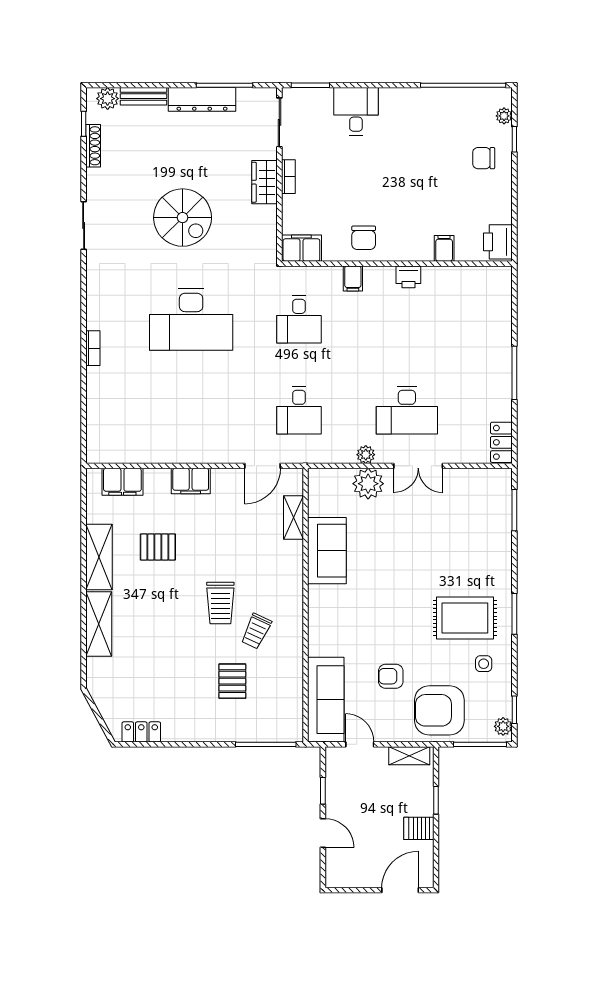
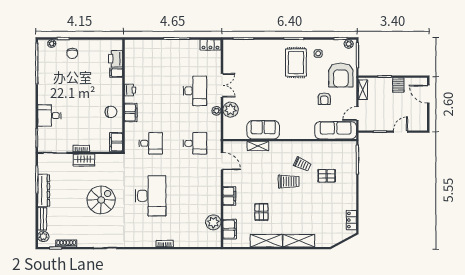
printer: (498, 242) -> (116, 59), moved, turned 90
filing cabinet: (353, 278) -> (131, 112), width x2.00
plant: (136, 448) -> (213, 222), added
shelving: (294, 517) -> (258, 146), moved

